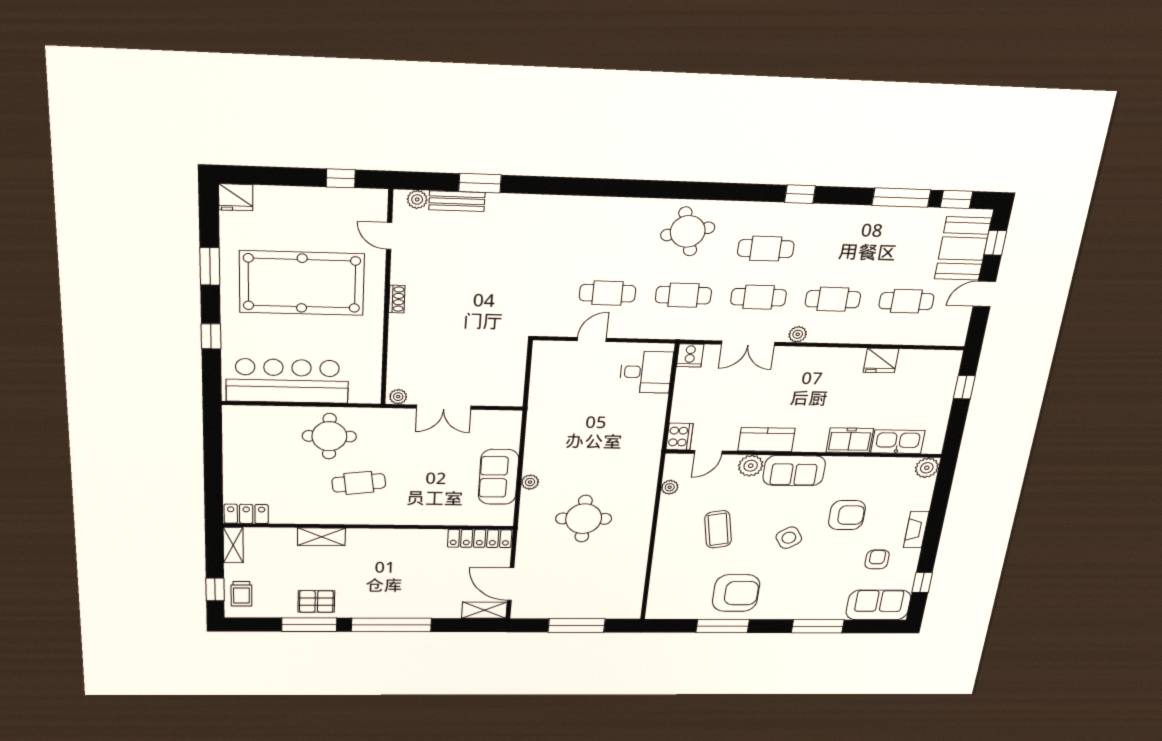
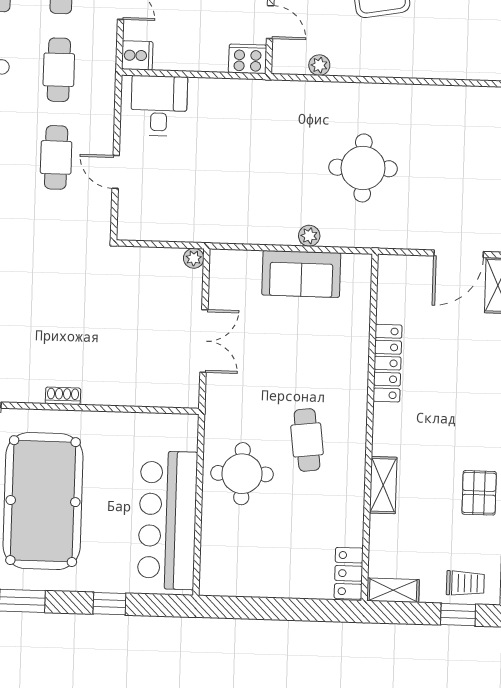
plant: (398, 397) -> (194, 258), moved
locker: (480, 538) -> (387, 363), moved

